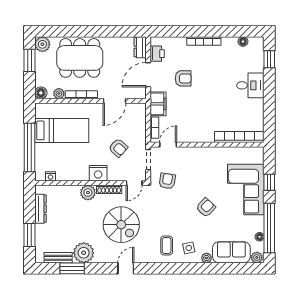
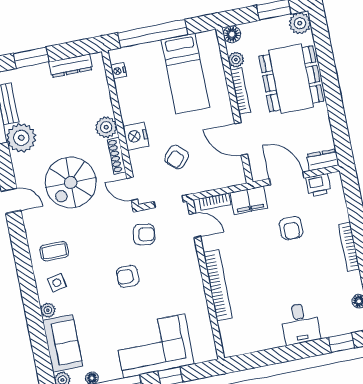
bookcase: (239, 137) -> (218, 285), moved
armchair: (206, 208) -> (128, 276), moved, turned 137

